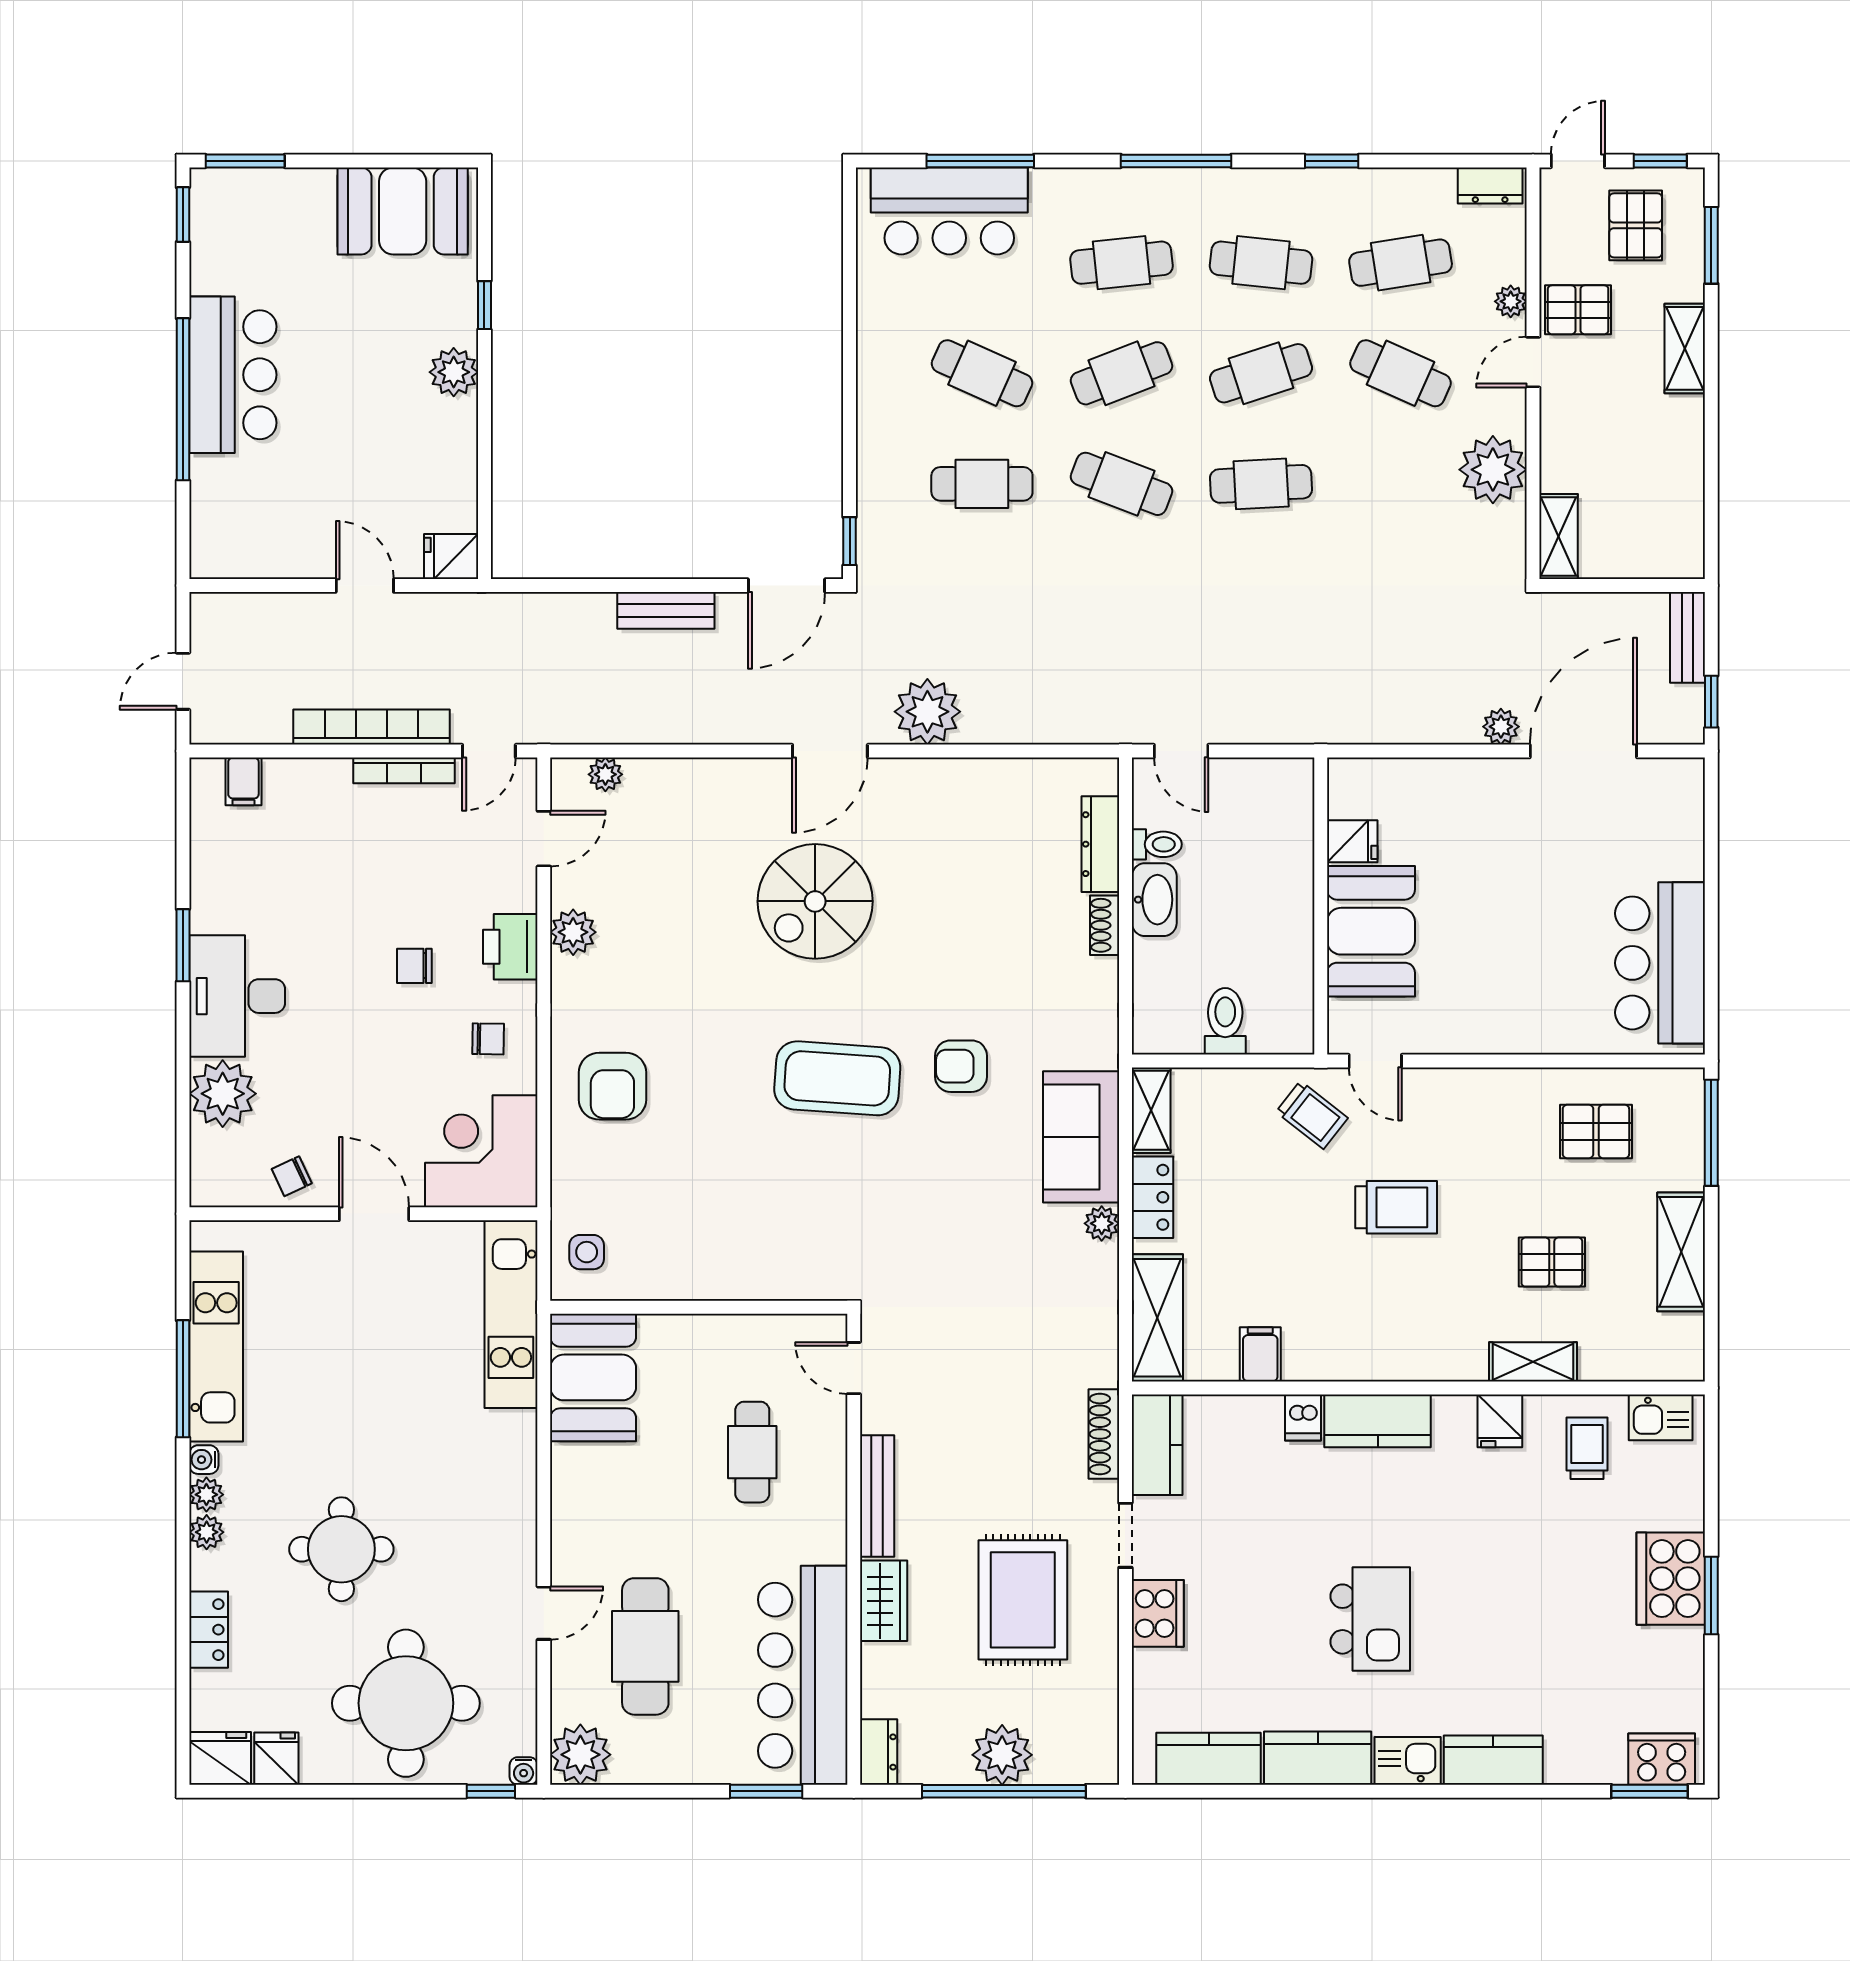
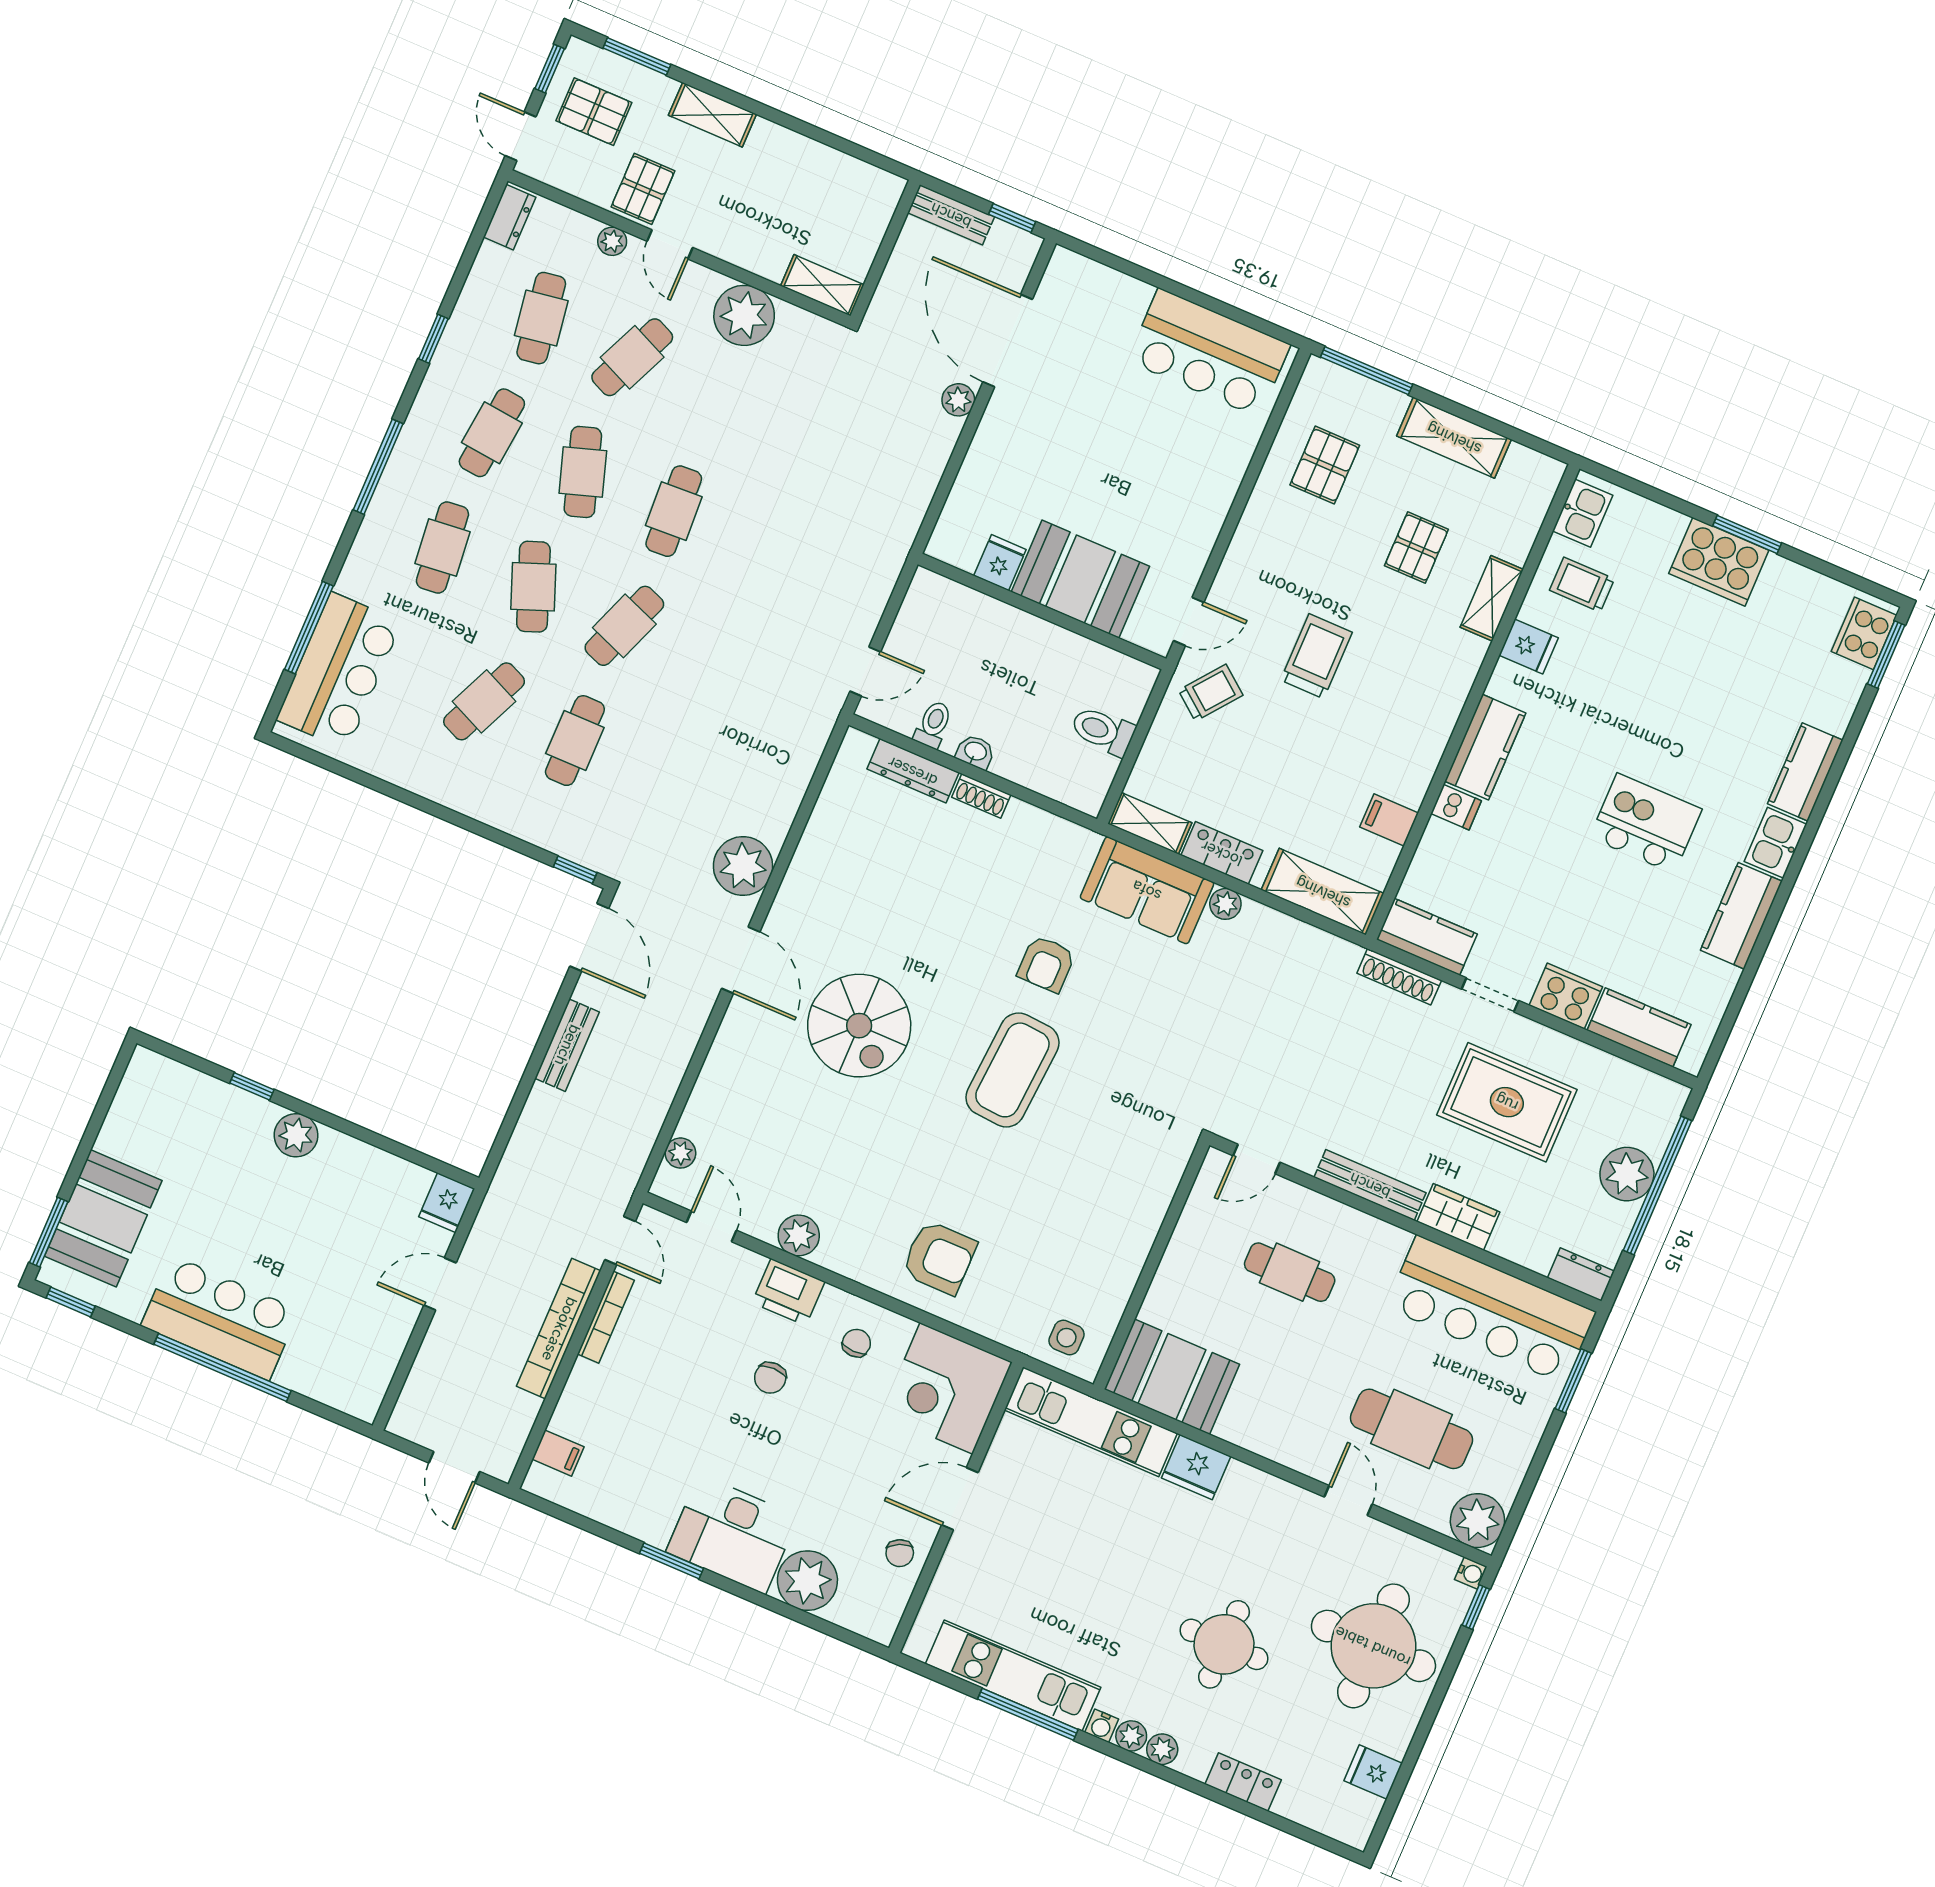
booth: (403, 211) -> (103, 1218), moved
washbasin: (1154, 900) -> (975, 752), width x0.52, depth x0.69
fridge: (220, 1758) -> (1196, 1467), moved, turned -90
kitchen counter: (1209, 1759) -> (1639, 1027), moved, turned 90

